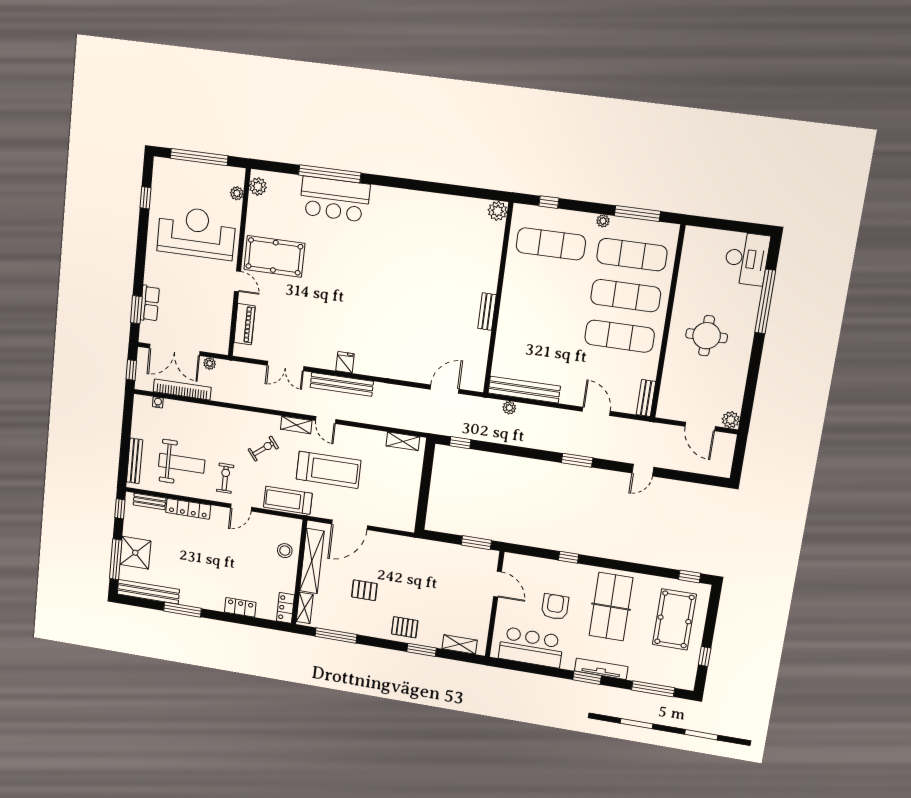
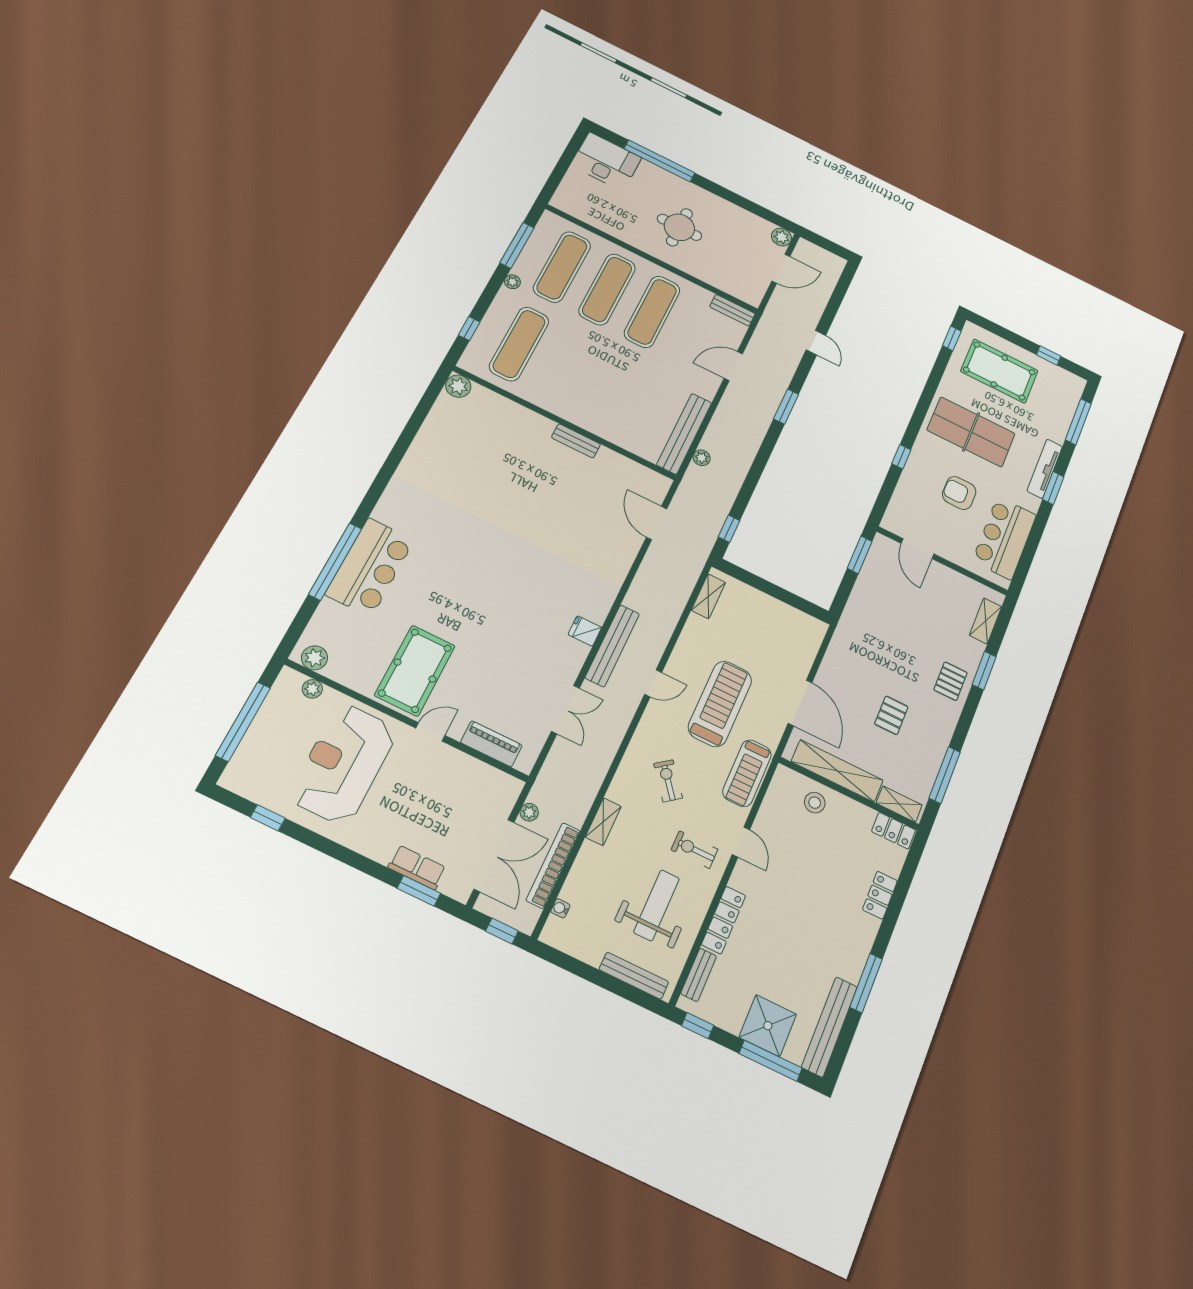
shelving: (296, 425) -> (603, 822), moved
door: (497, 584) -> (918, 549), swing flipped

